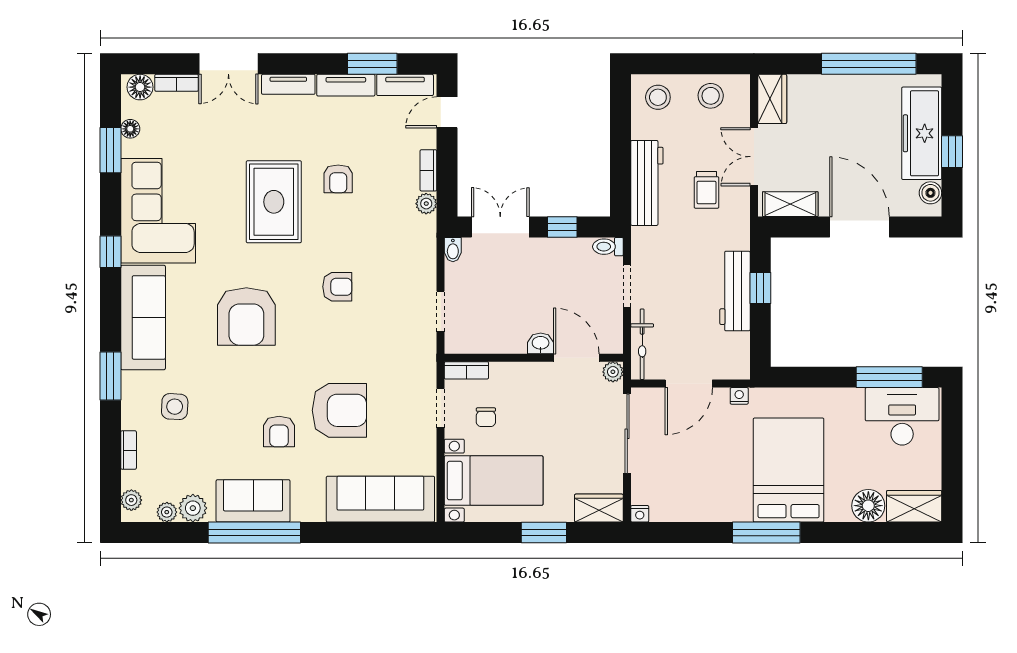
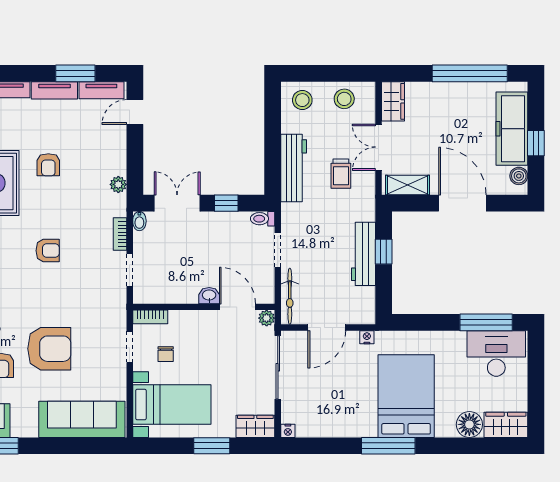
bookcase: (428, 170) -> (120, 234), moved

